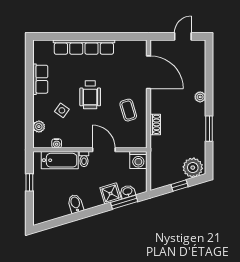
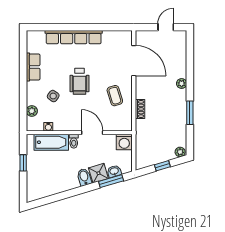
plant: (193, 168) -> (180, 152), width x0.53, depth x0.53
bidet: (76, 204) -> (84, 177), moved

